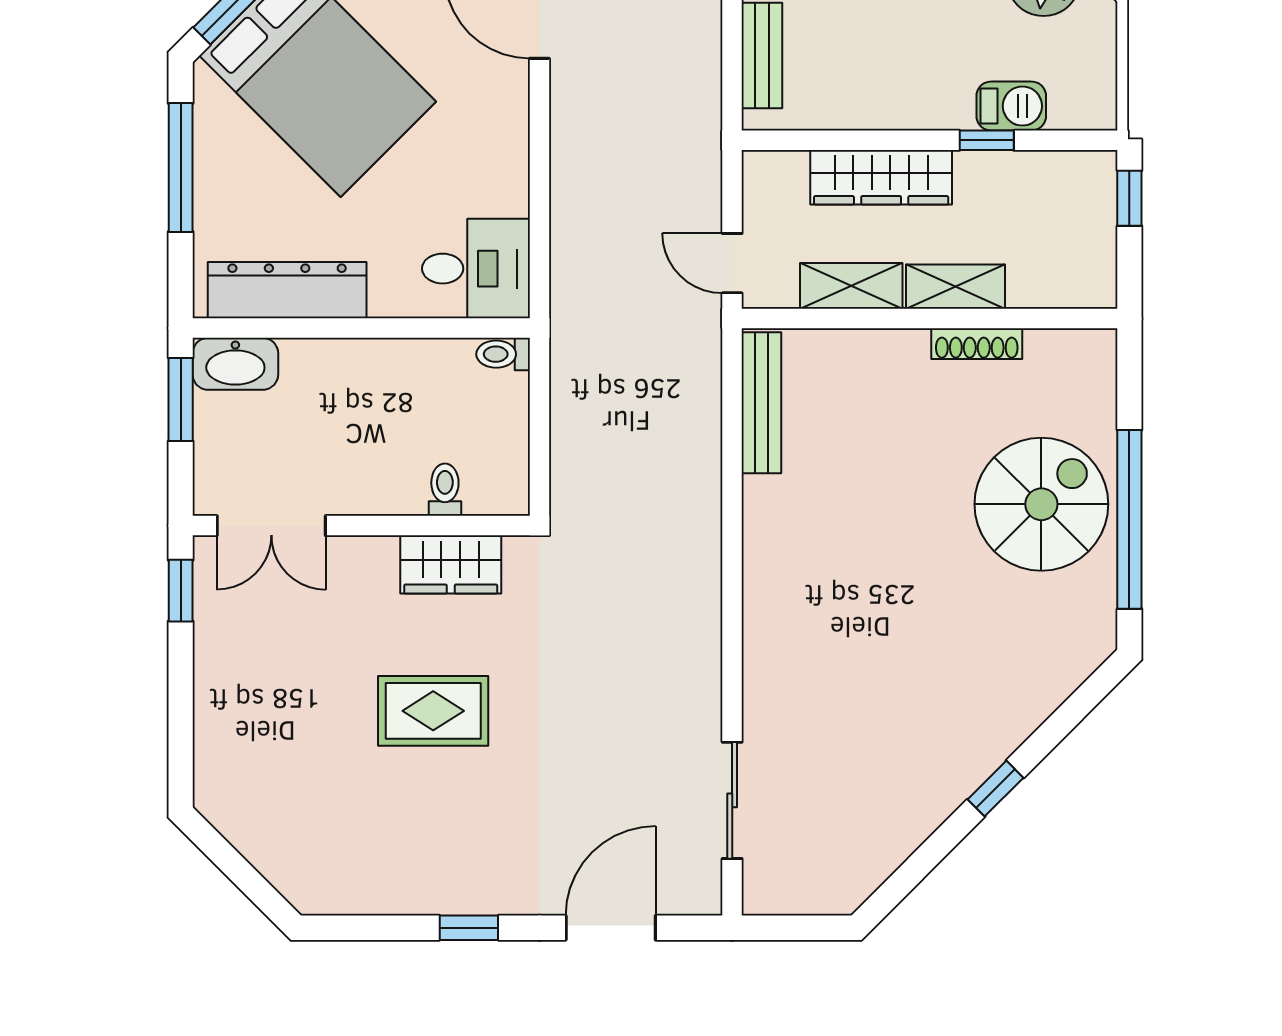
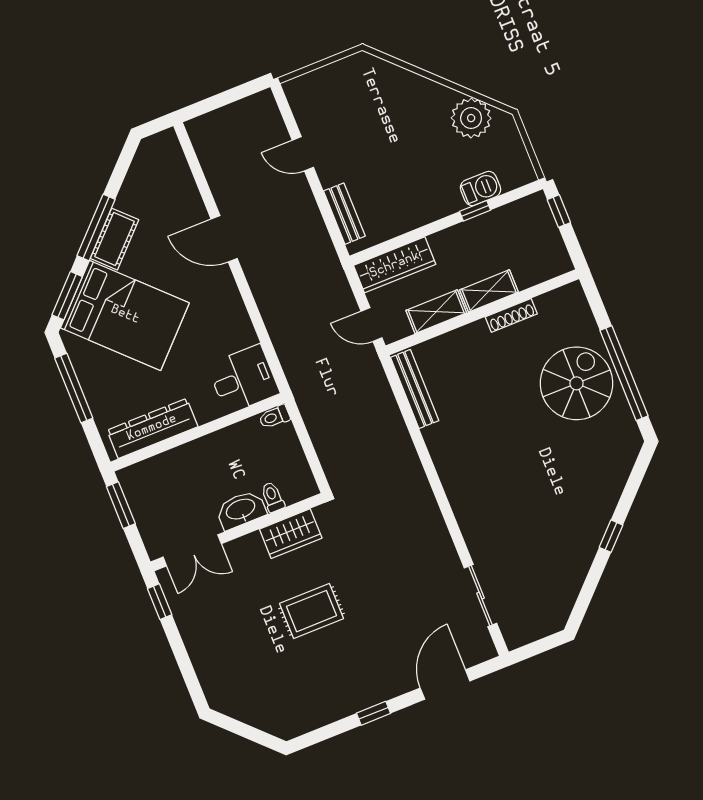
wardrobe: (881, 177) -> (395, 265), moved
washbasin: (235, 364) -> (241, 510), moved, turned 180

